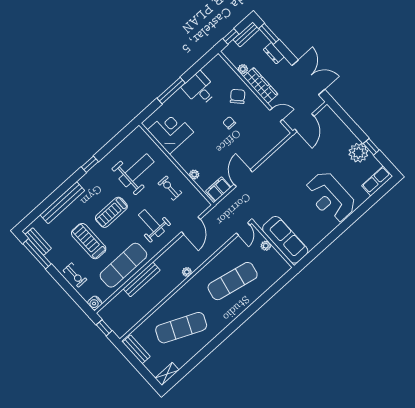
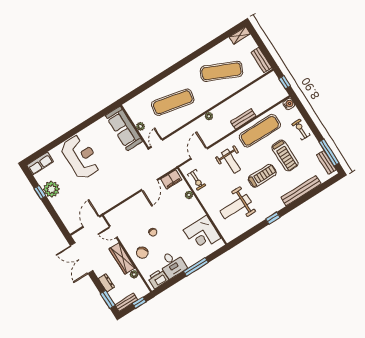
printer: (214, 68) -> (158, 279), added
exercise bike: (170, 188) -> (197, 180), moved
bench: (142, 279) -> (243, 119), width x0.73

